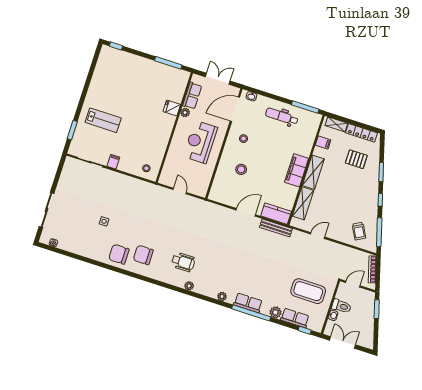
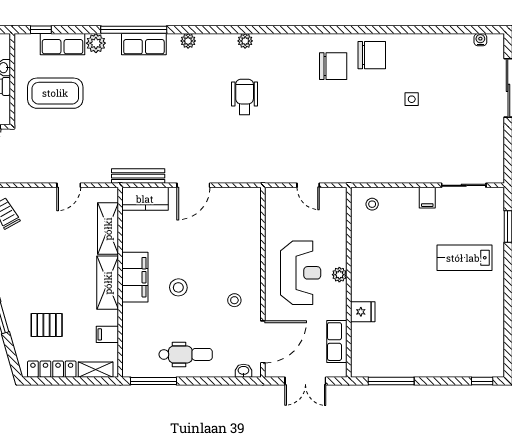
plant: (185, 113) -> (339, 275), moved
stool: (241, 169) -> (178, 287), moved
wheelchair: (183, 262) -> (245, 97), moved, turned 90

